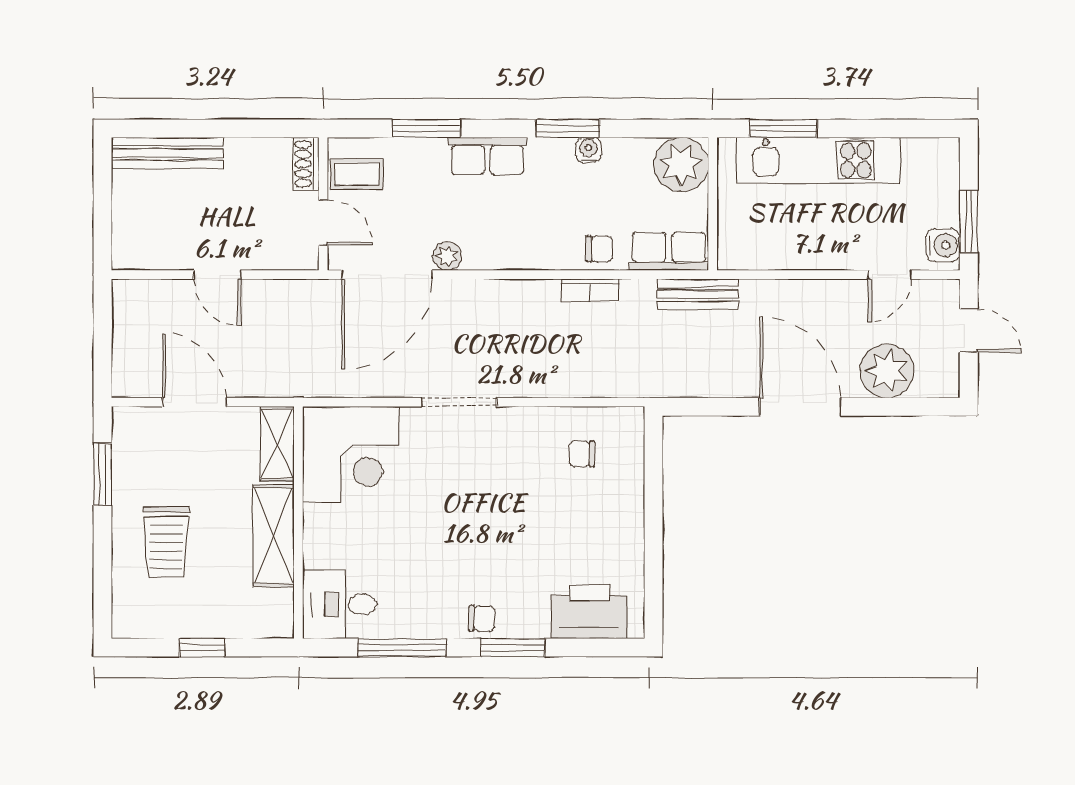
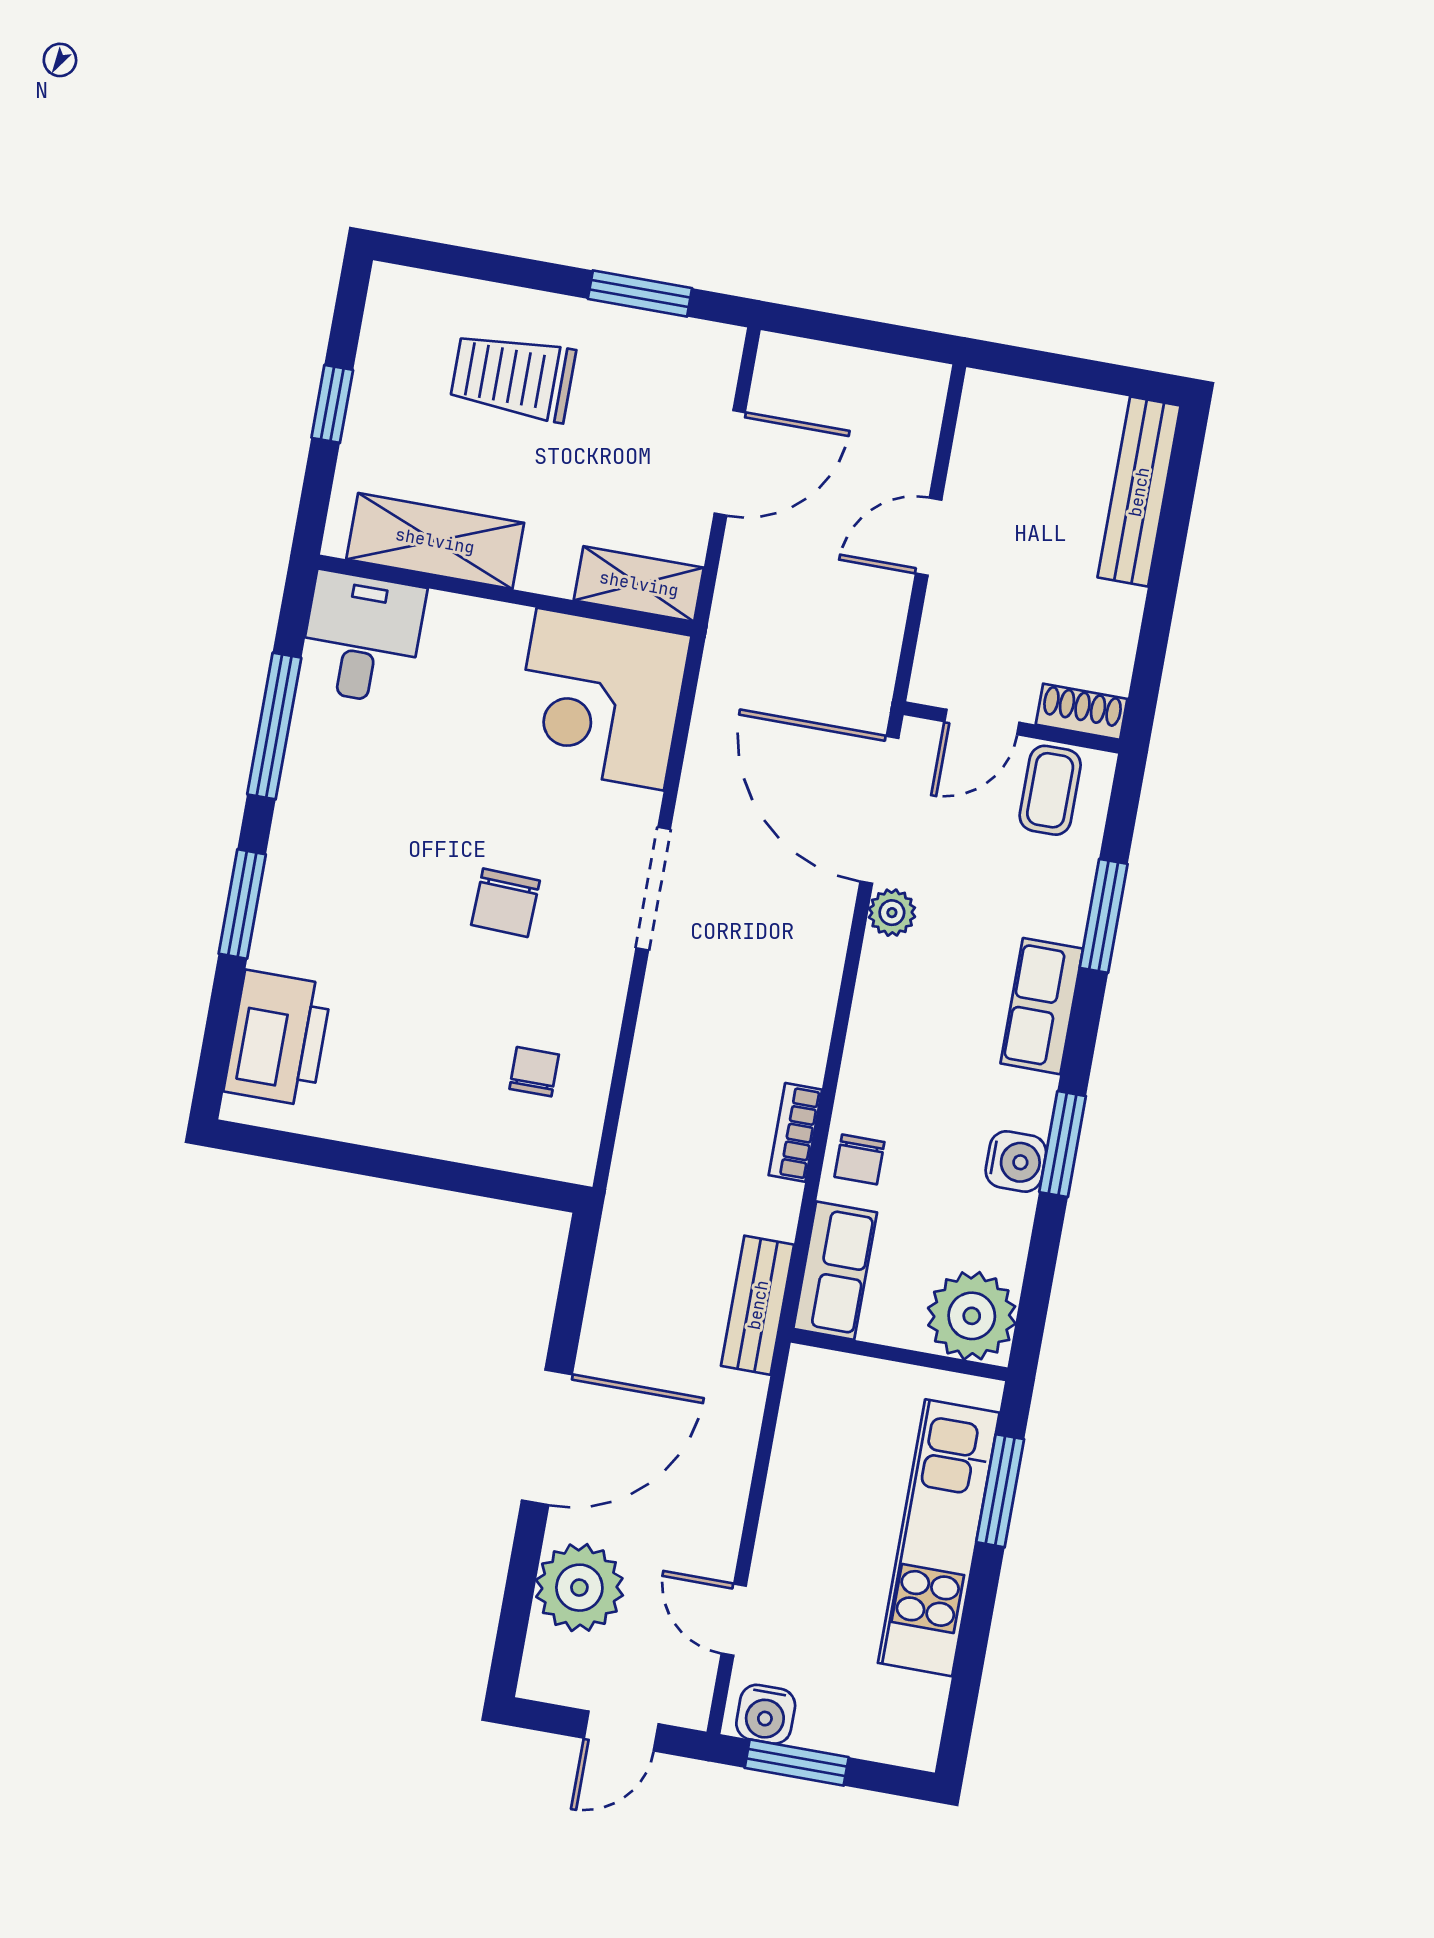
water cooler: (588, 150) -> (1016, 1161), width x1.38, depth x1.38
shelving: (273, 536) -> (435, 541), moved
chair: (482, 619) -> (505, 903), moved, width x1.37, depth x1.37

